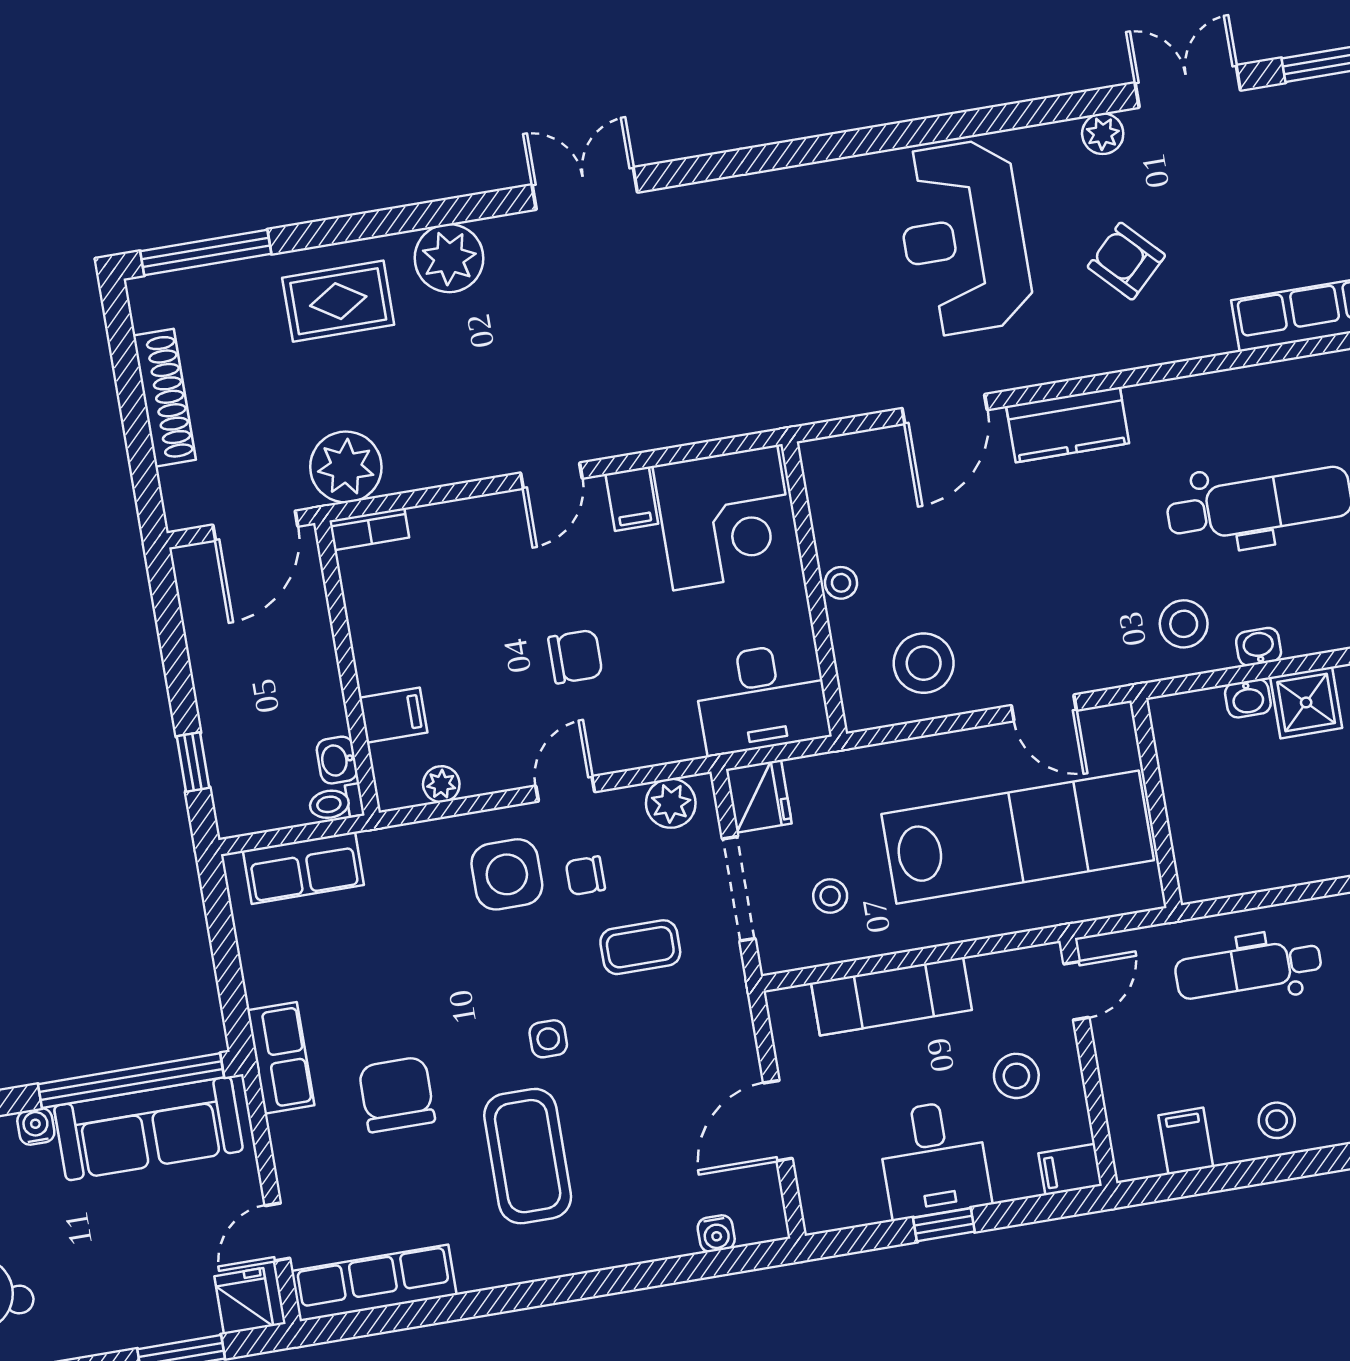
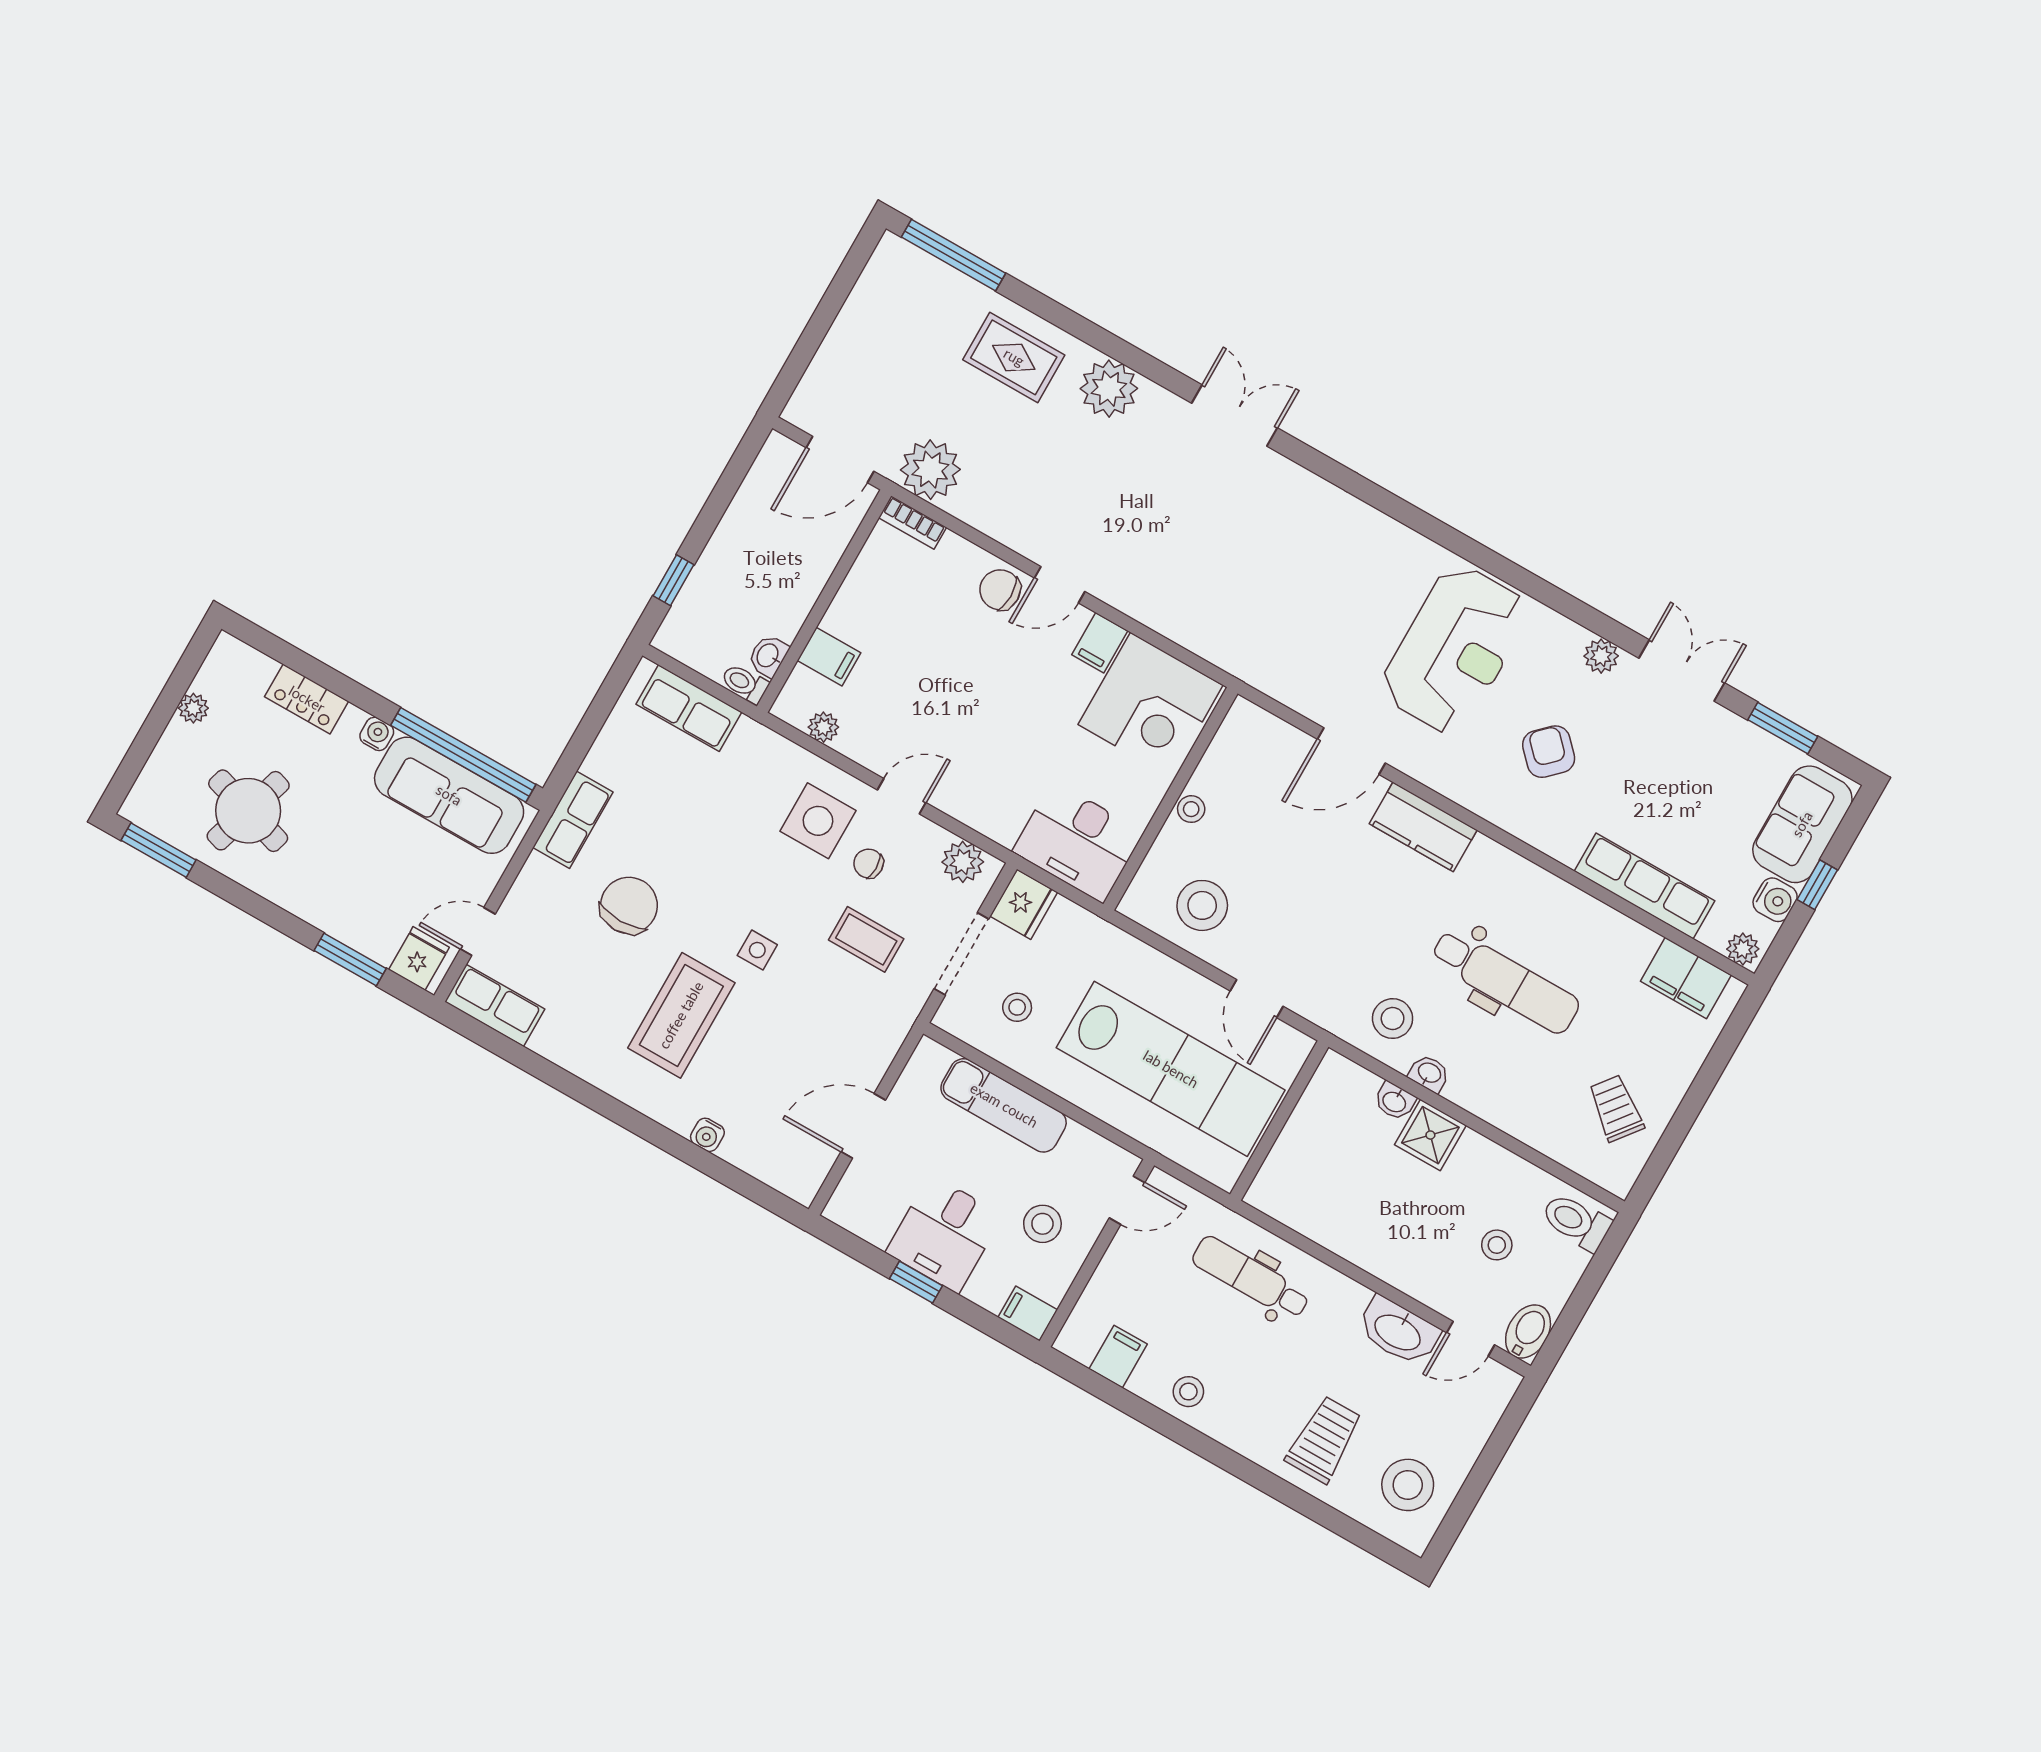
reception desk: (963, 238) -> (1455, 649), turned 180
shoe rack: (164, 398) -> (849, 328), removed
chair: (575, 657) -> (1000, 590), moved, turned 180
water cooler: (716, 1234) -> (707, 1135), moved
row of seats: (374, 1283) -> (495, 1005), width x0.68

